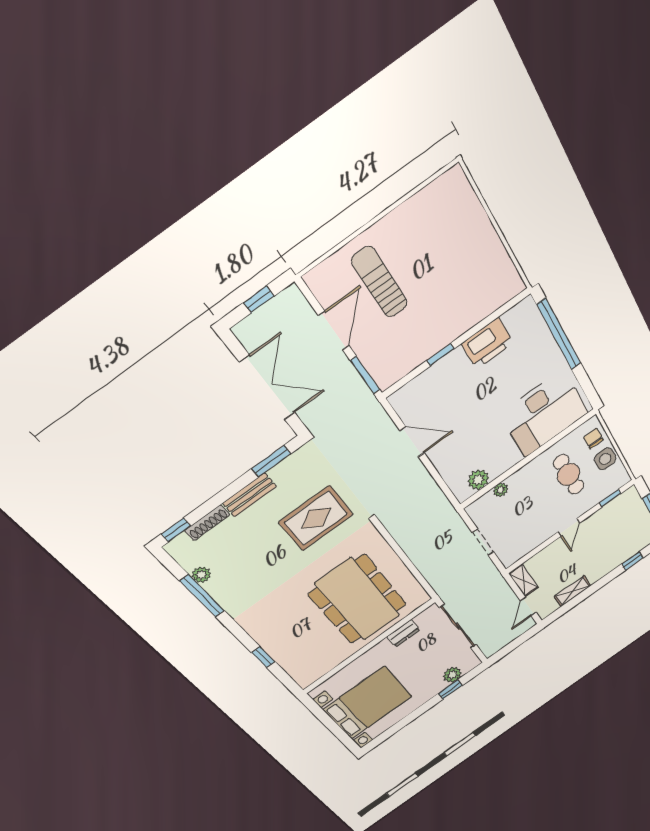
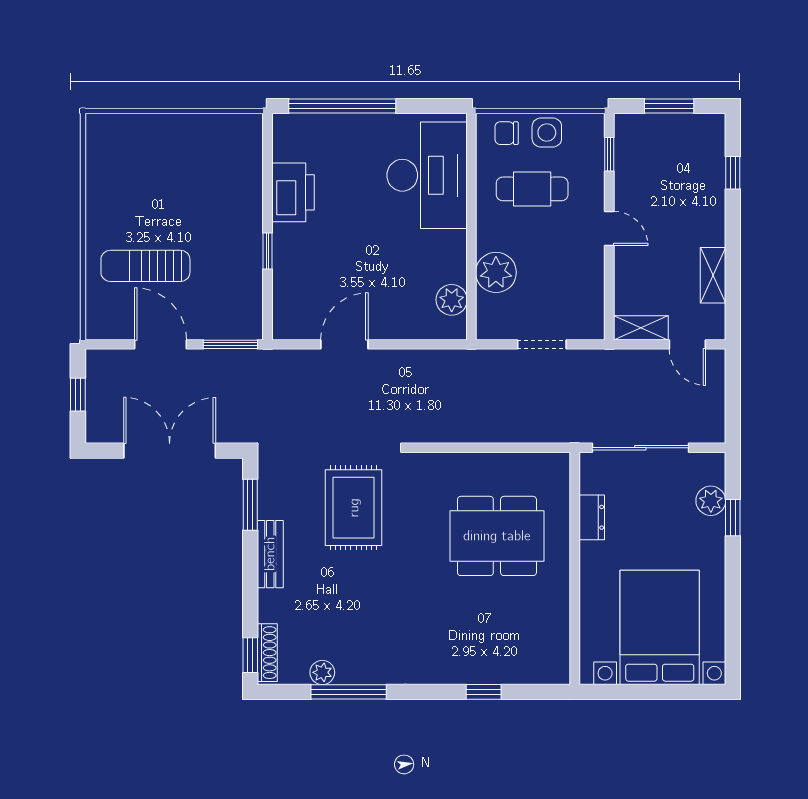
plant: (501, 490) -> (496, 272), width x1.87, depth x1.87
shoe rack: (207, 523) -> (267, 653), moved
dining table: (358, 599) -> (497, 536), width x0.73, depth x0.80

